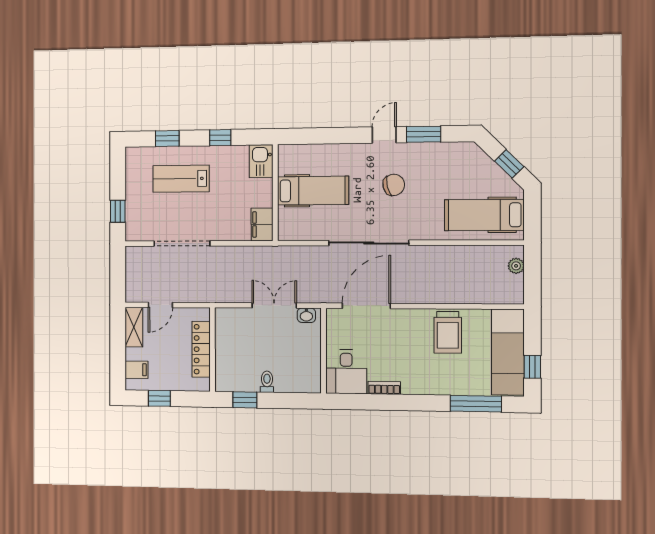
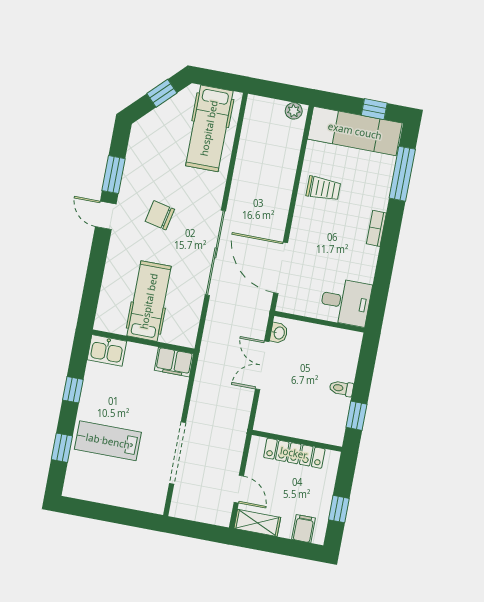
lab bench: (181, 179) -> (108, 441), turned 90
chair: (394, 185) -> (160, 215), turned -64
window: (118, 211) -> (129, 517), removed
plant: (516, 266) -> (294, 111), moved
trolley: (448, 332) -> (323, 189), width x0.73, depth x0.72
bookcase: (384, 388) -> (376, 228), moved

